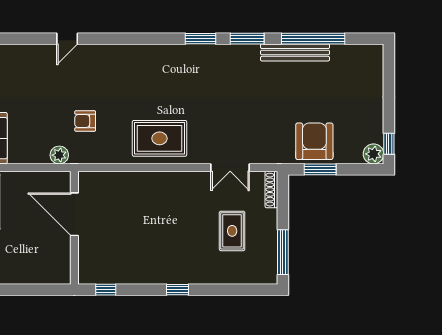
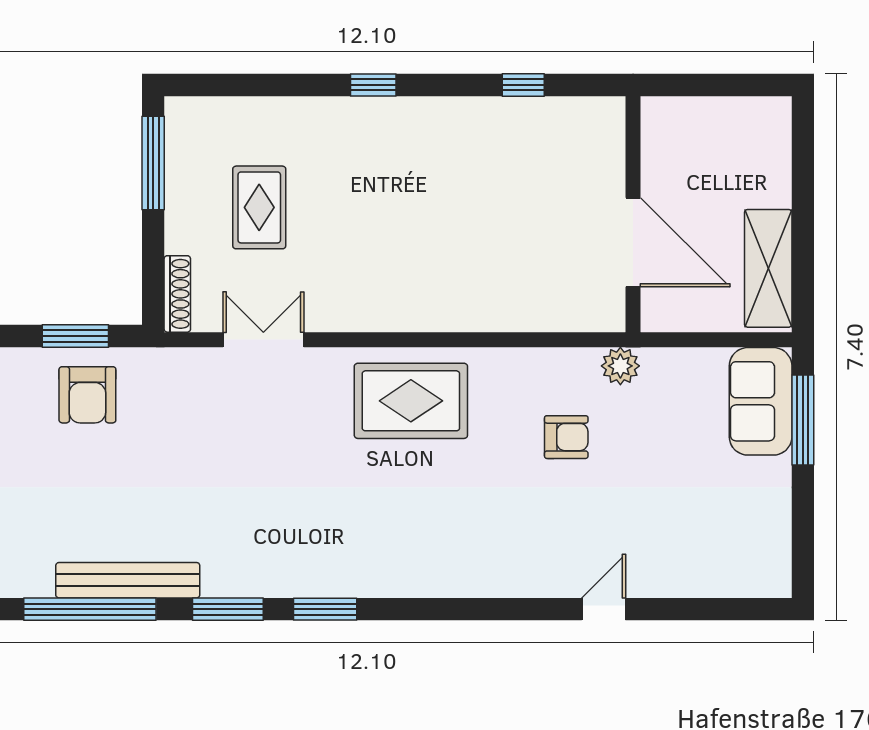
armchair: (314, 141) -> (87, 395), width x0.73, depth x0.73
door: (74, 214) -> (633, 242), moved
wall: (74, 228) -> (633, 214), moved

